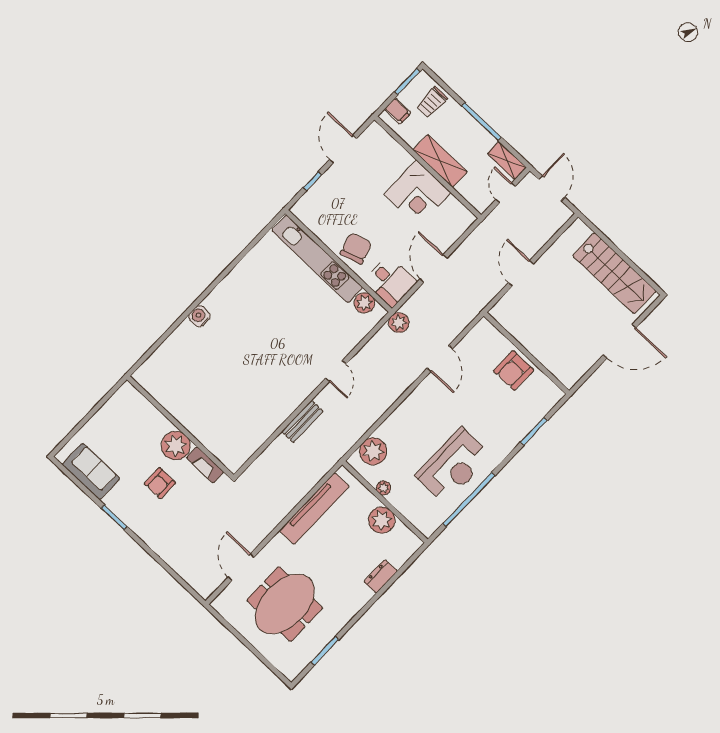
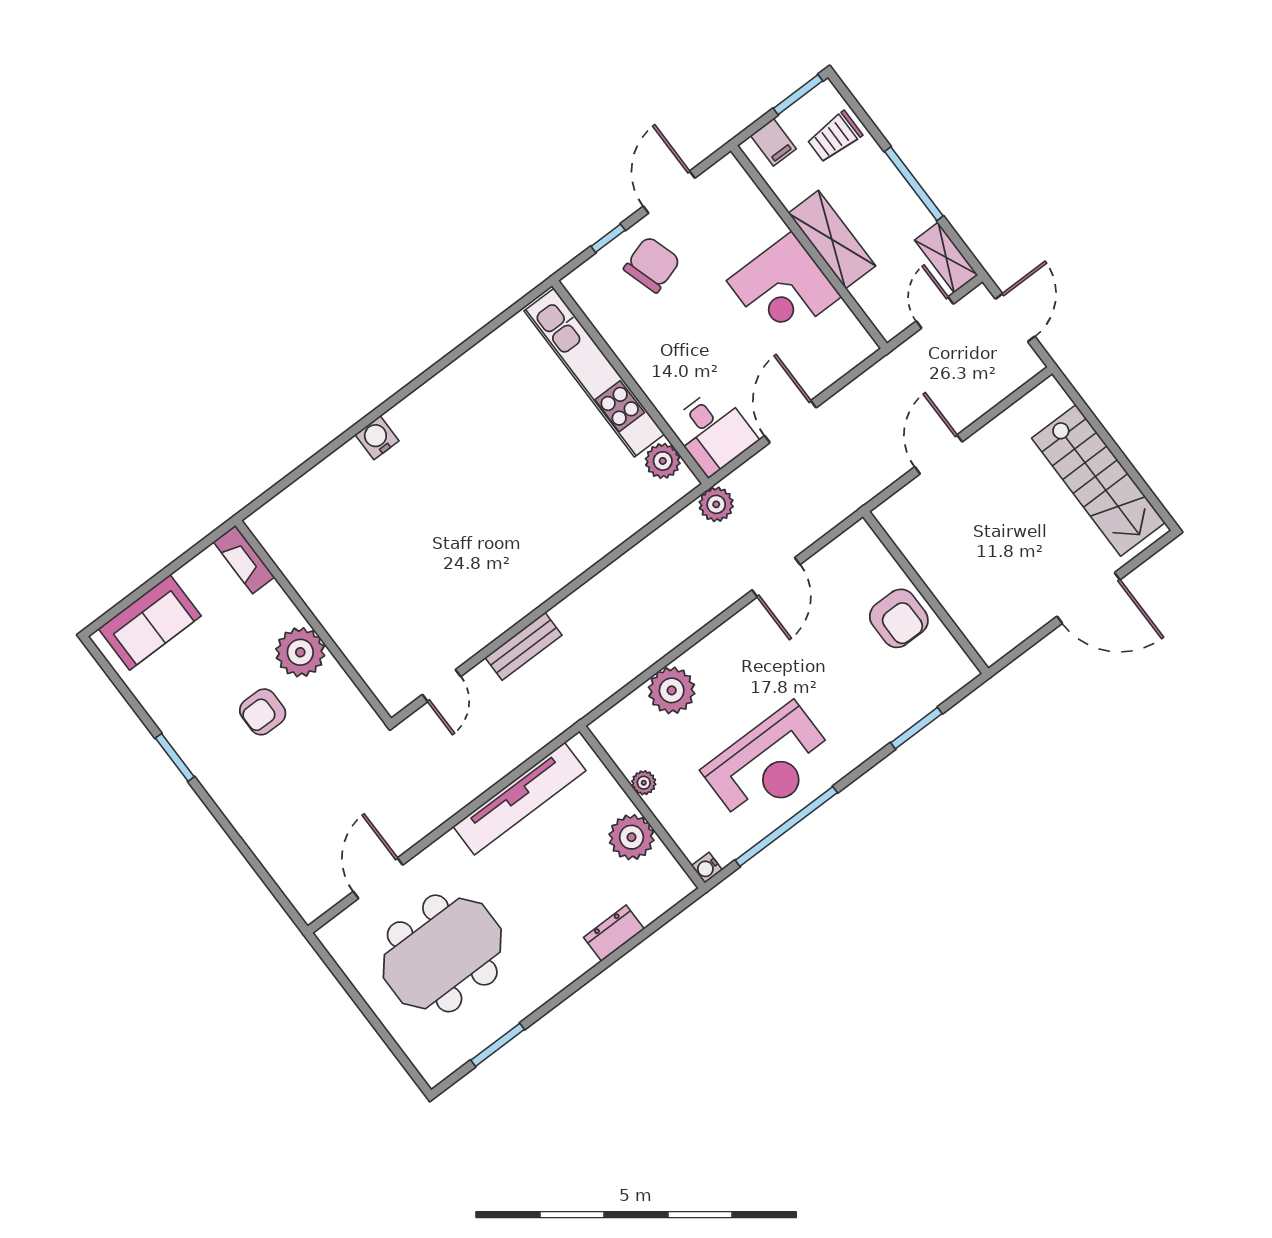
chair: (356, 248) -> (652, 265), moved
door: (336, 371) -> (442, 686), moved
armchair: (514, 371) -> (899, 618), turned -90
plant: (373, 451) -> (672, 690), moved
fireplace: (205, 465) -> (244, 560), moved
sofa: (91, 471) -> (150, 622), moved, turned 90
water cooler: (427, 531) -> (707, 868), added

